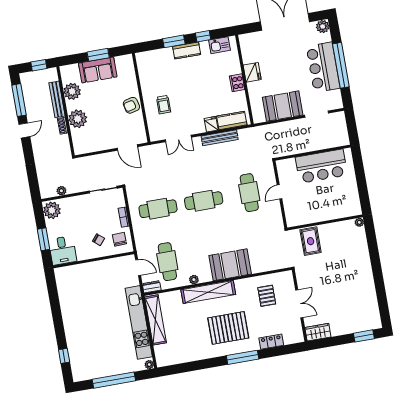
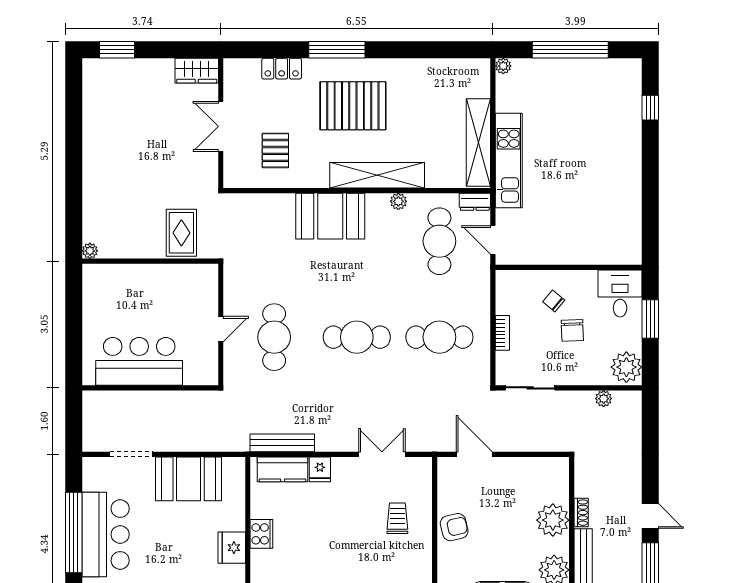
door: (24, 130) -> (650, 516), swing flipped
bench: (220, 138) -> (282, 443), moved
chair: (119, 239) -> (572, 330), moved
kitchen unit: (139, 322) -> (509, 161), width x0.73

